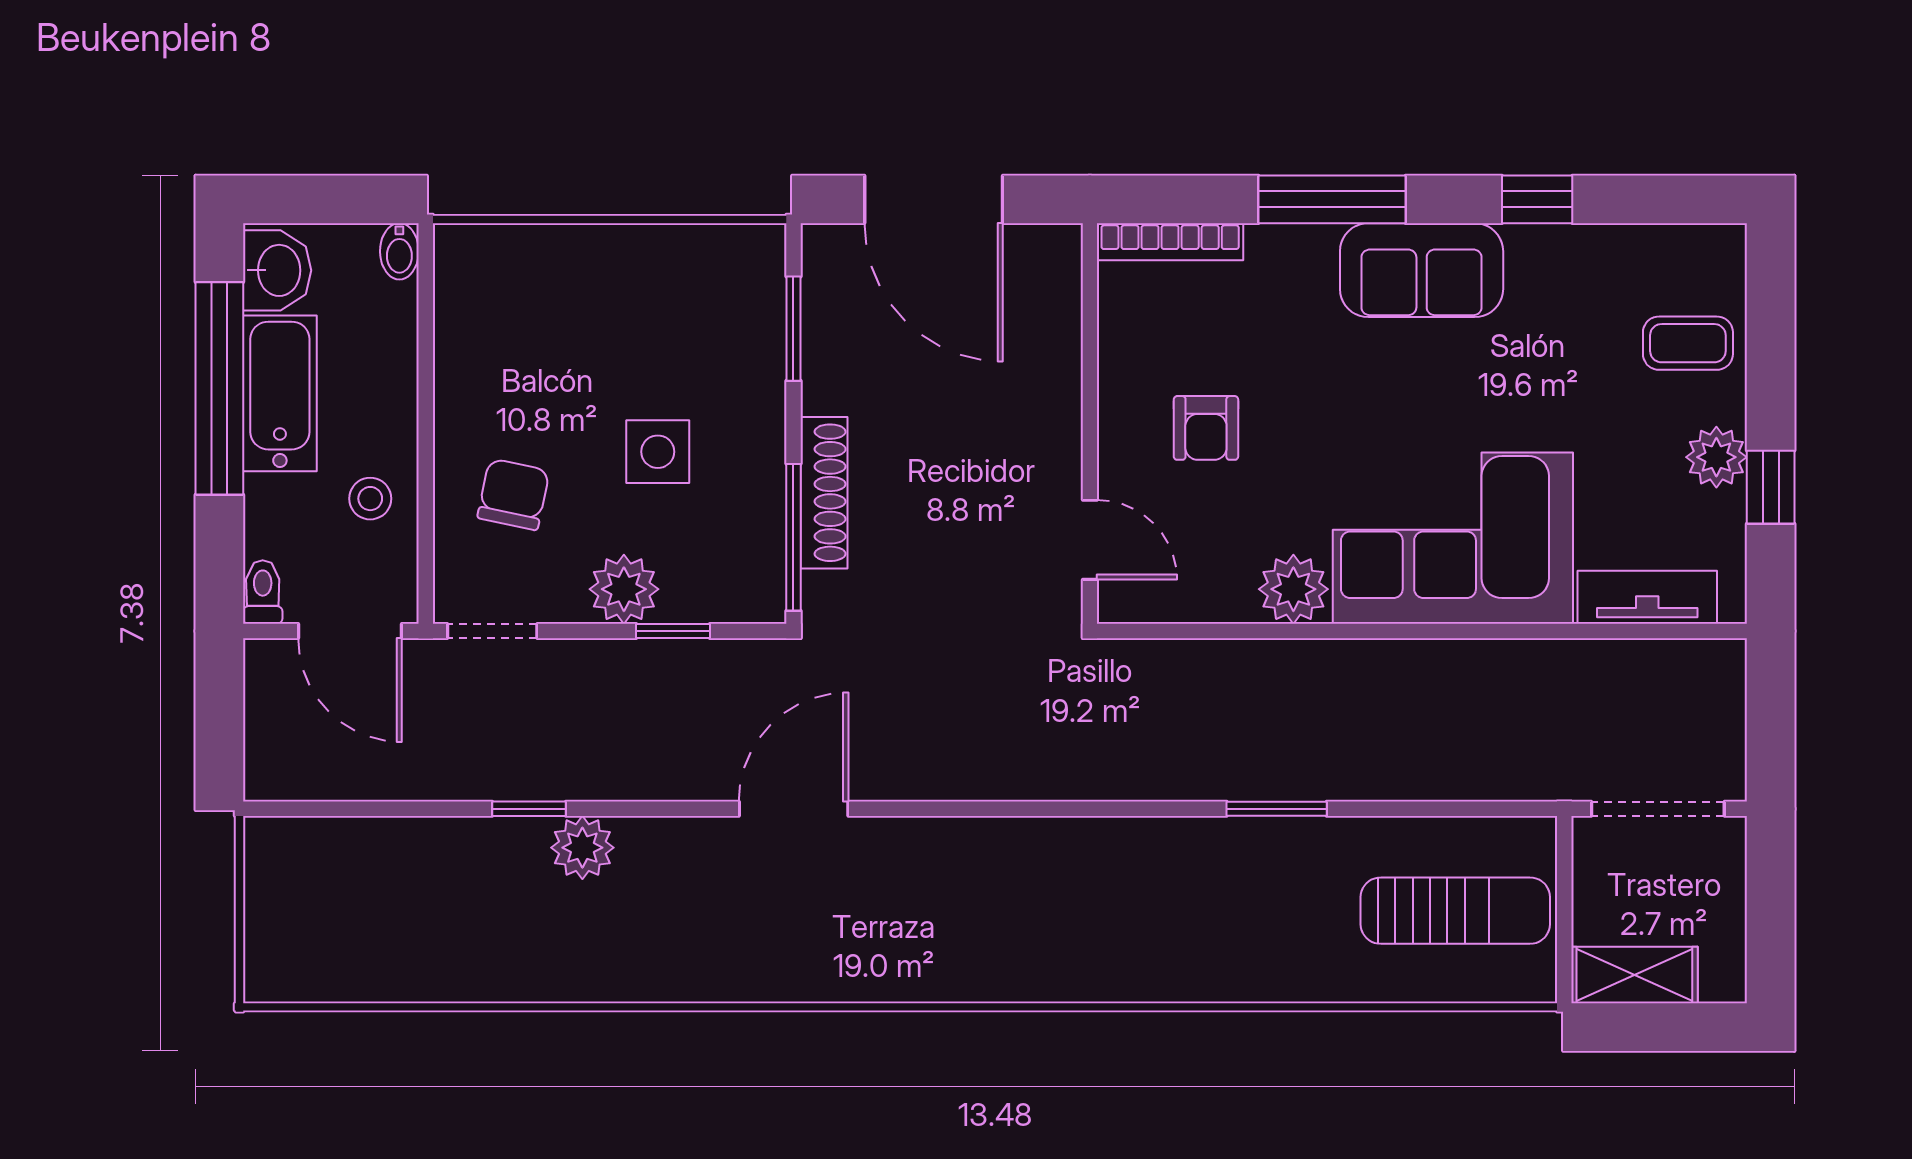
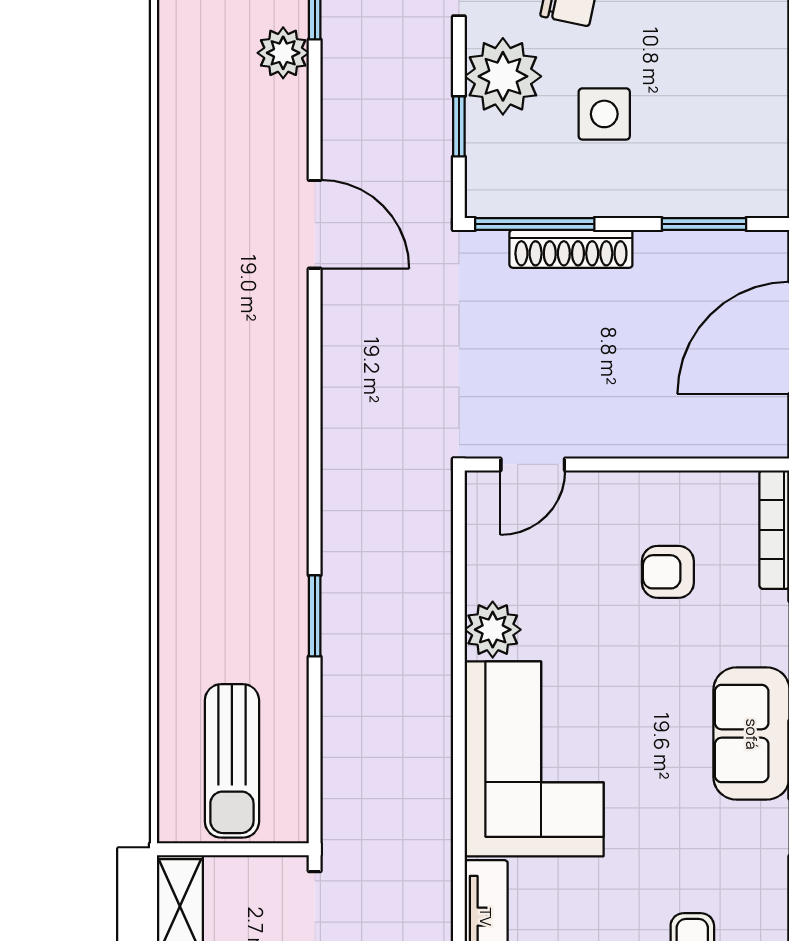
armchair: (1206, 428) -> (668, 572), moved
plant: (624, 589) -> (503, 76), width x1.36, depth x1.36

